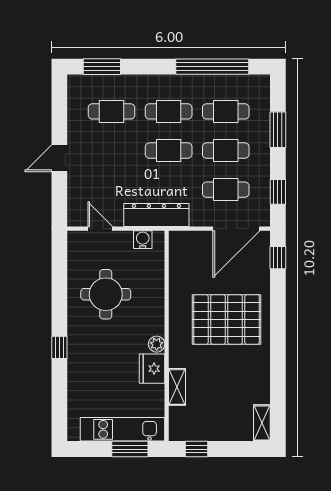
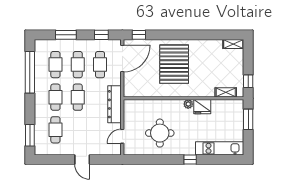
door: (236, 229) -> (122, 59), hinge flipped
water cooler: (143, 240) -> (129, 112), removed
shelving: (177, 387) -> (226, 92), moved
kitchen unit: (123, 429) -> (220, 148), moved, turned 90

